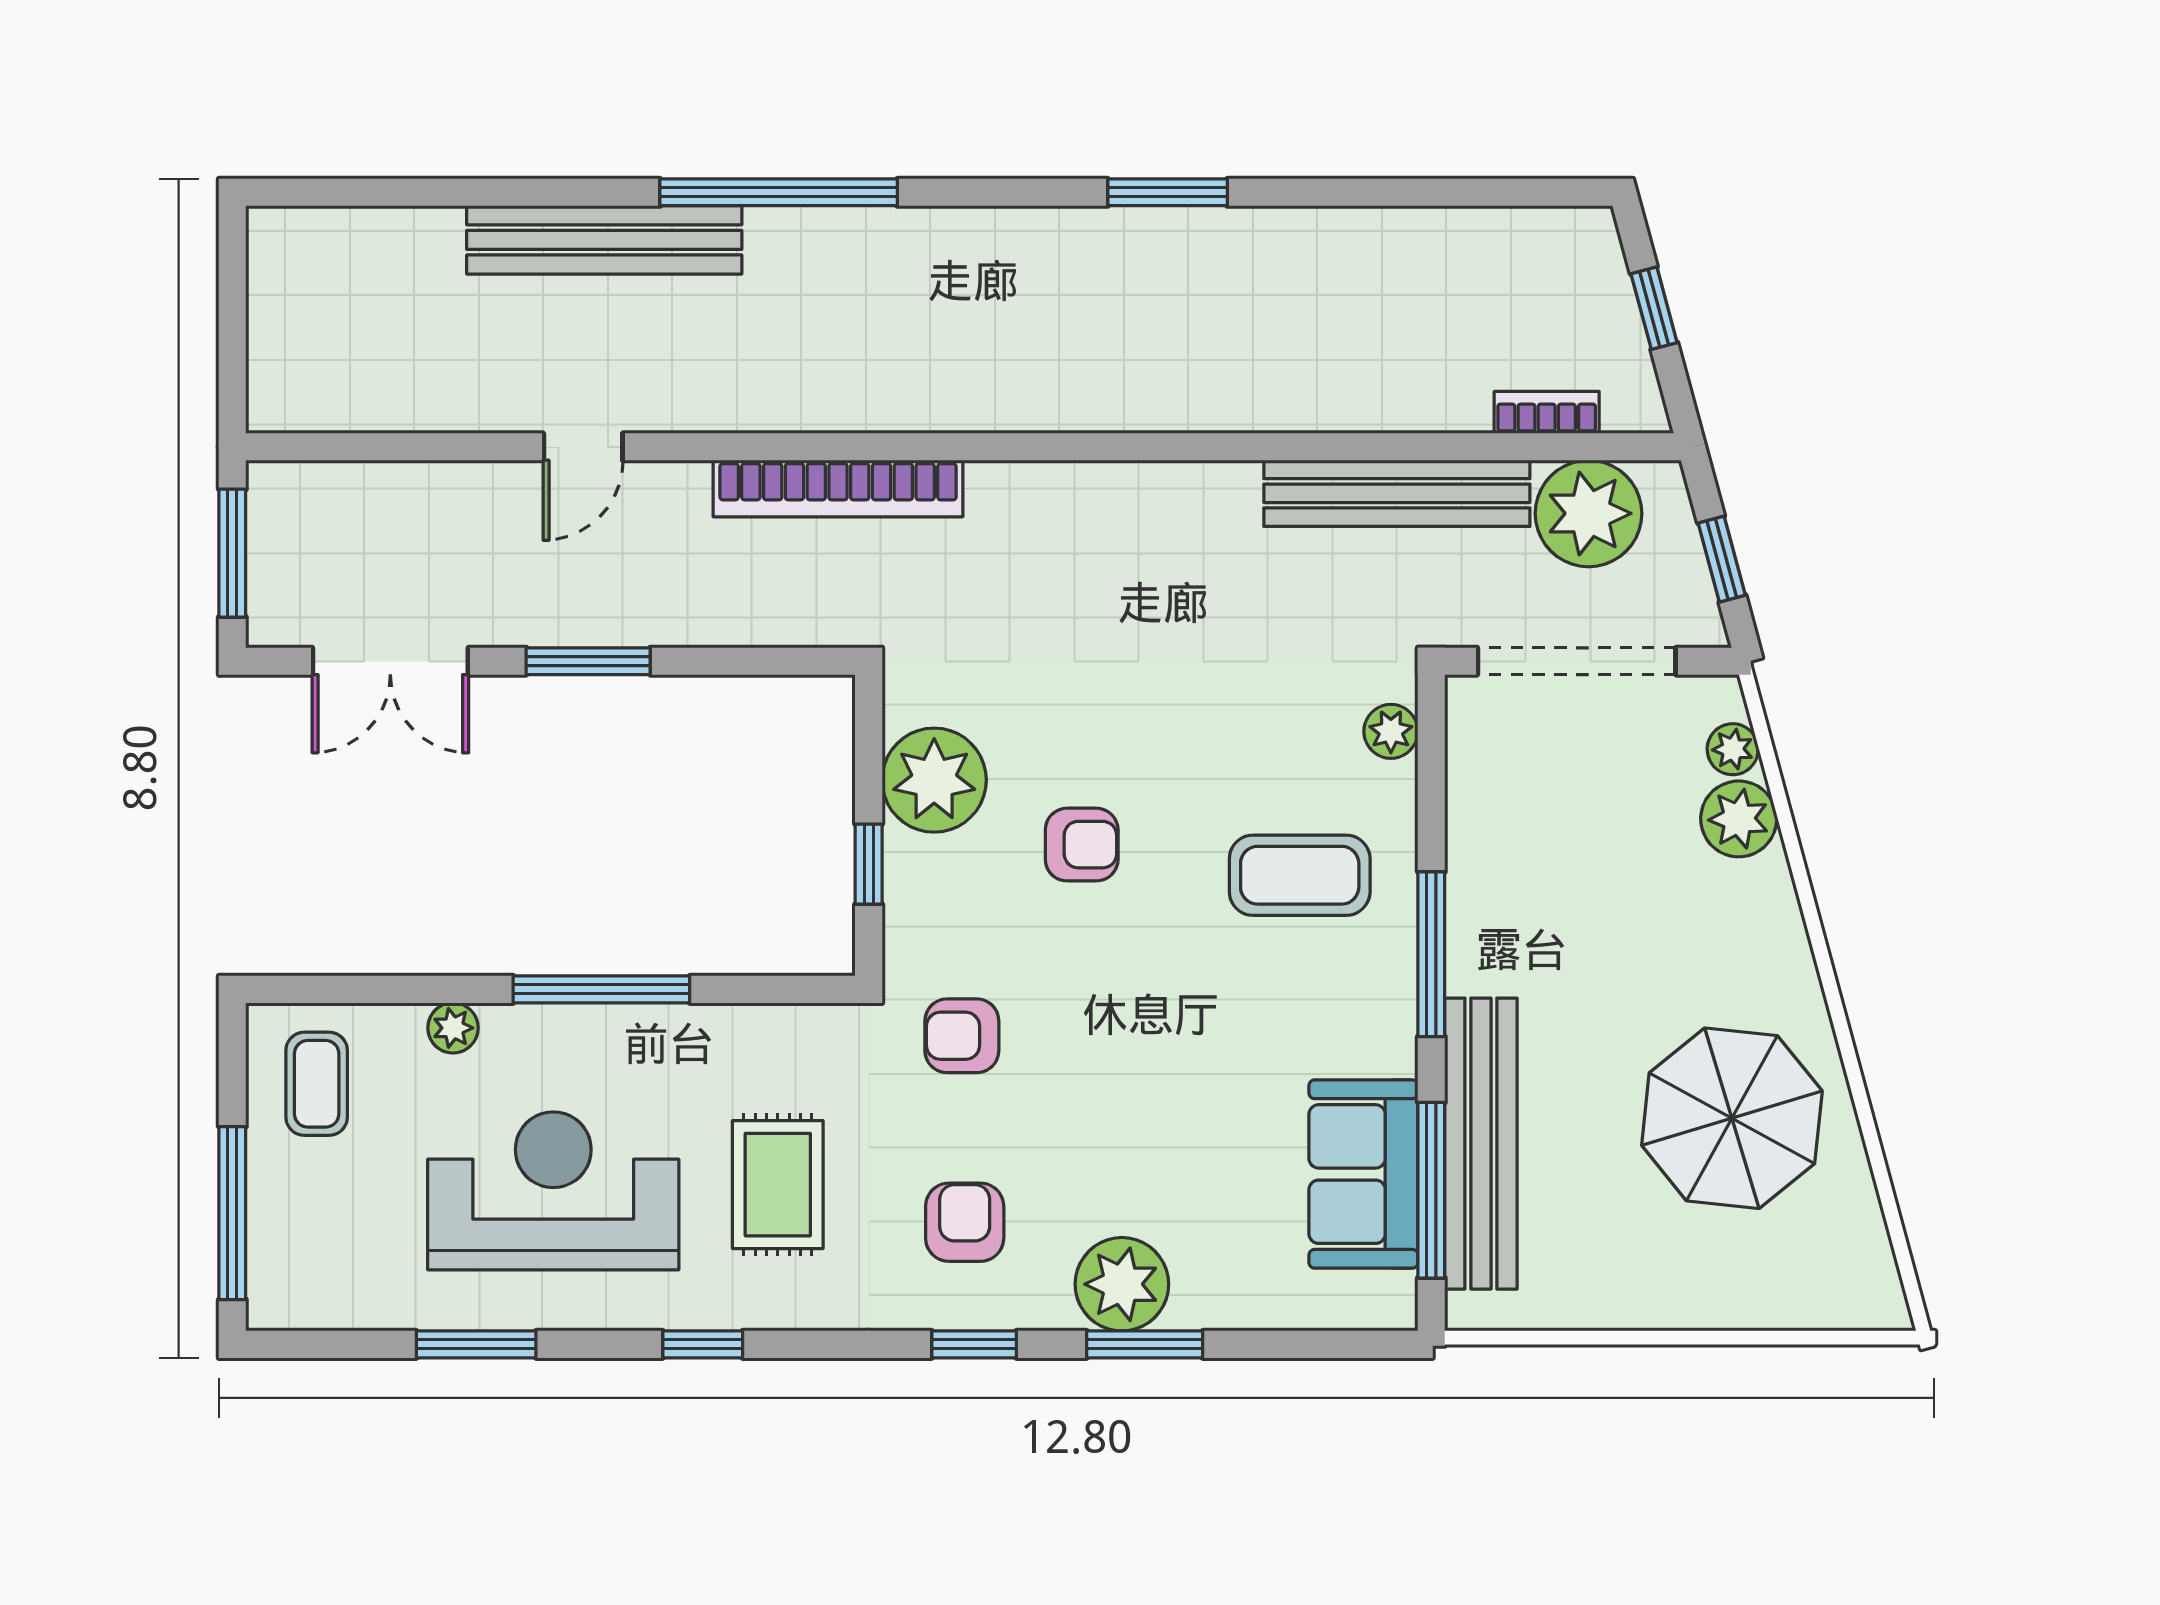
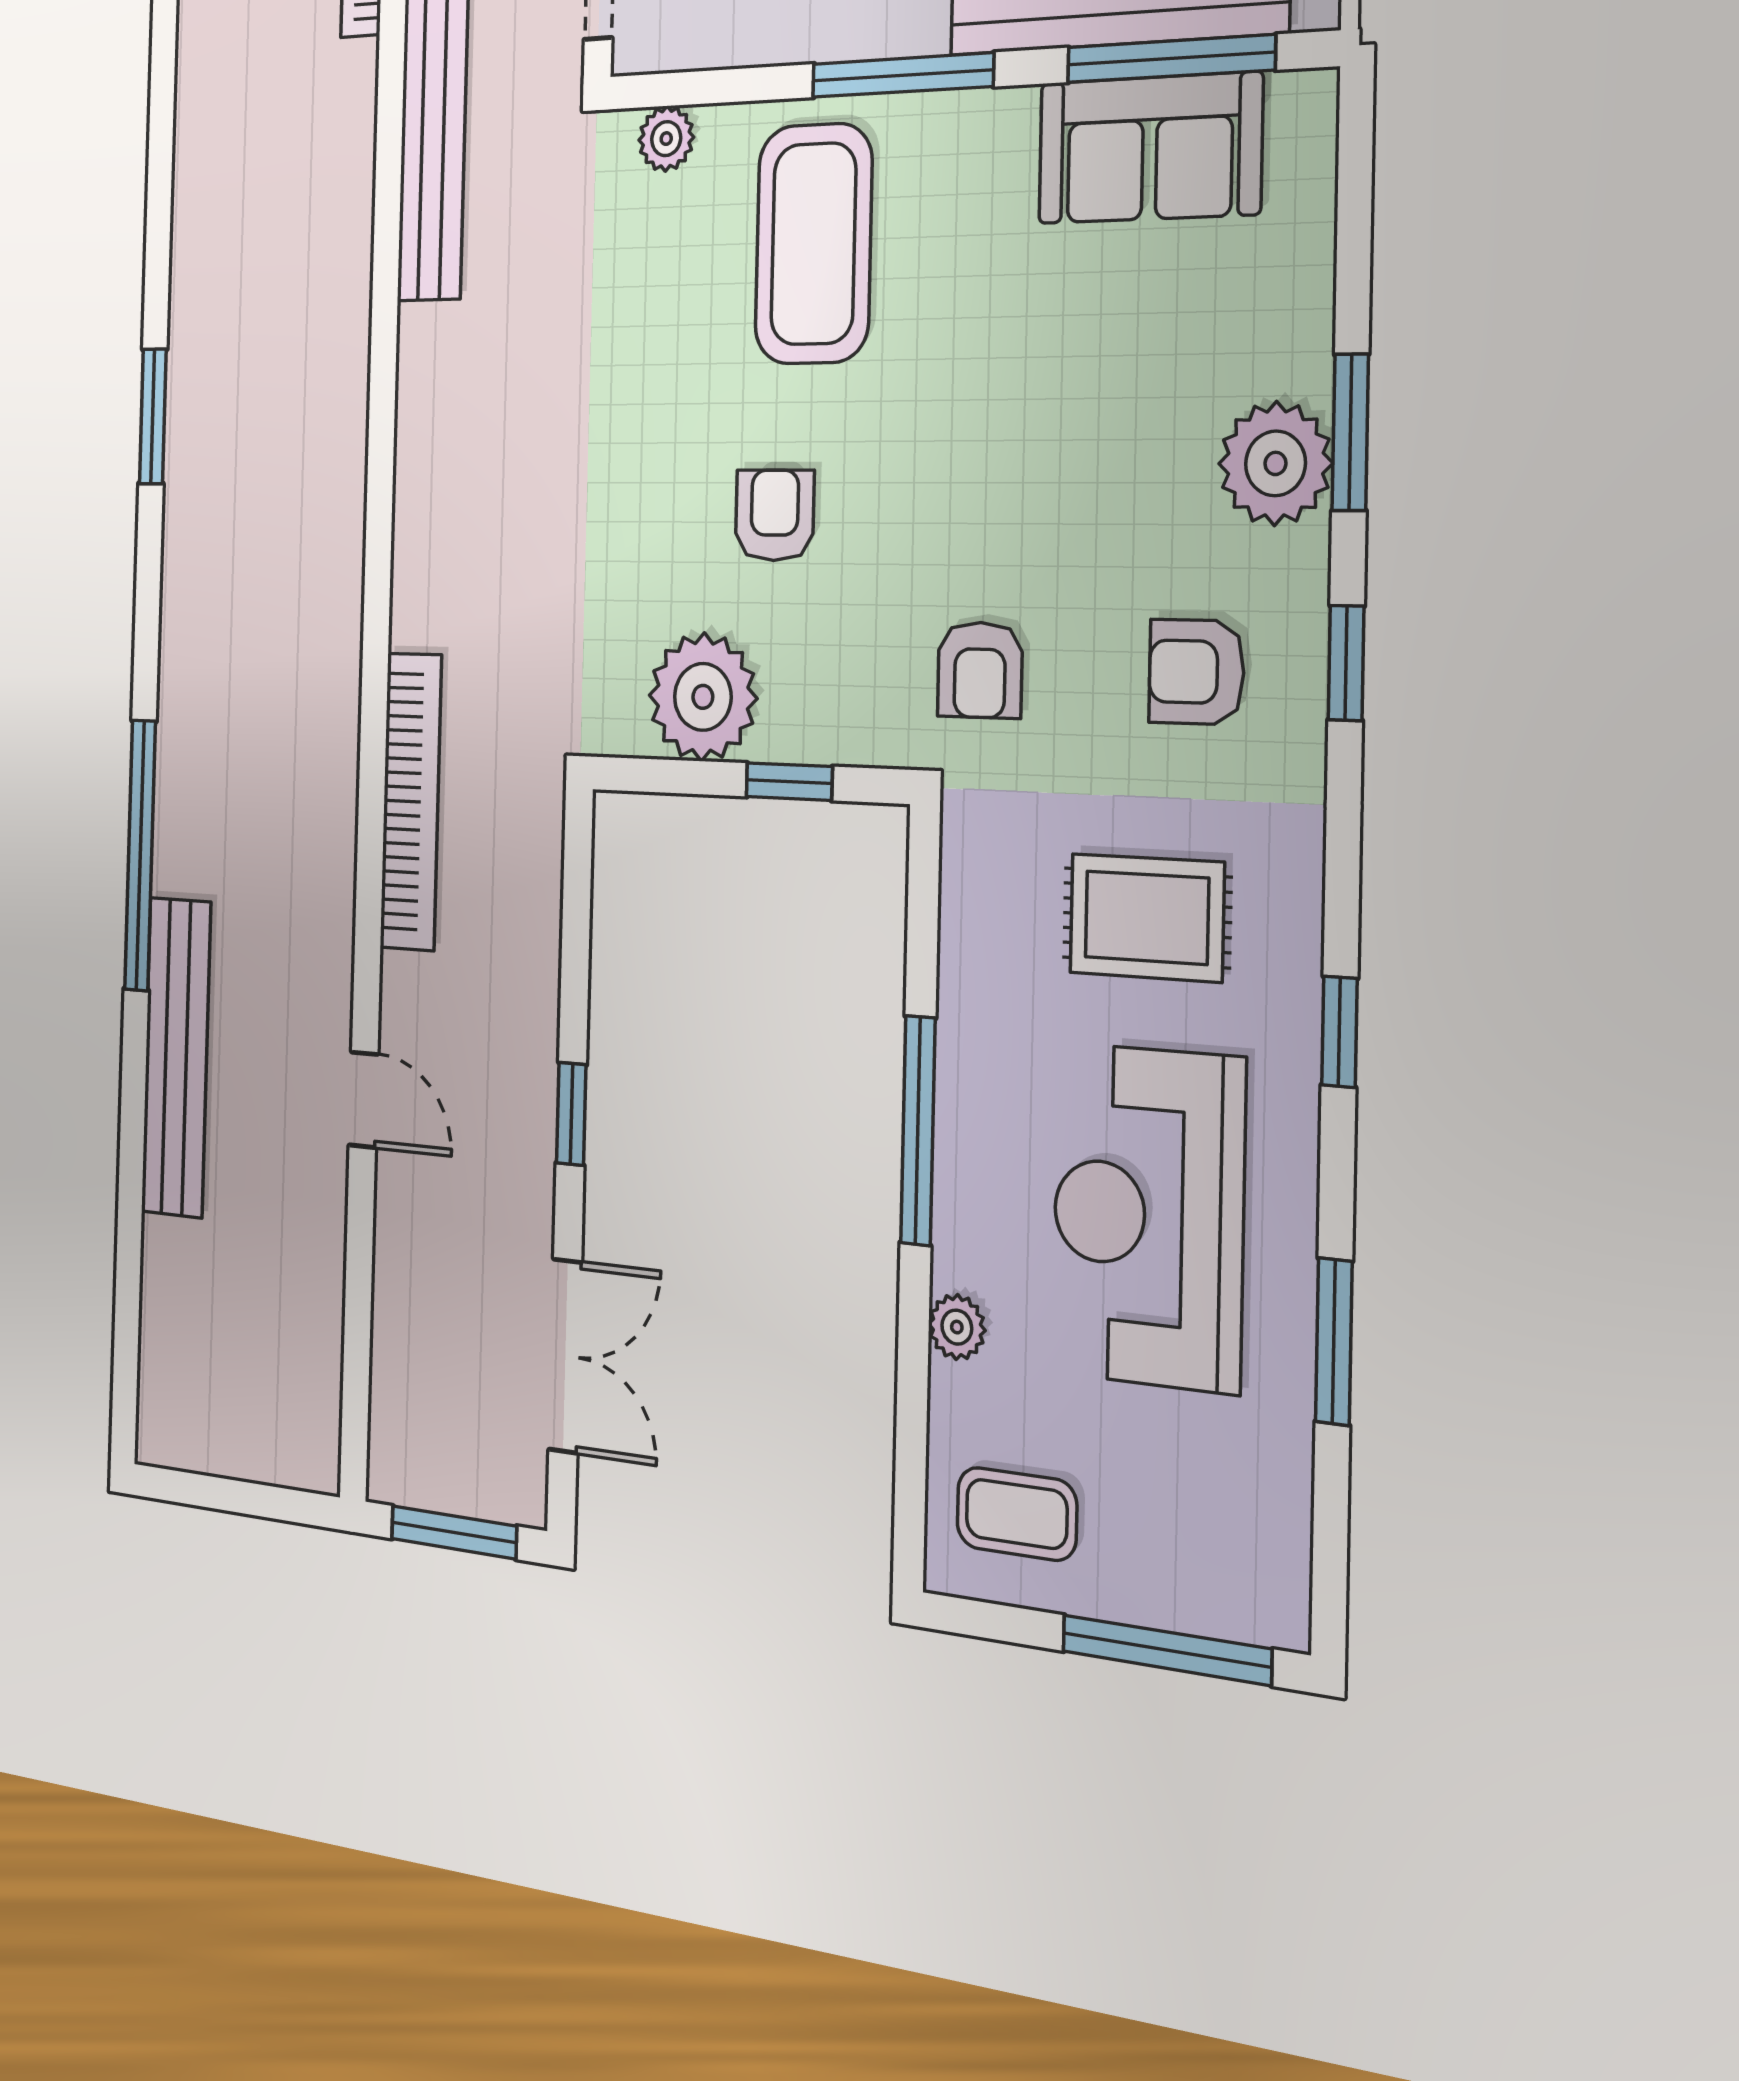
window: (588, 661) -> (571, 1114), width x0.67
coffee table: (1300, 875) -> (813, 244), width x1.36, depth x1.32

